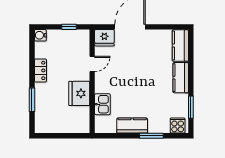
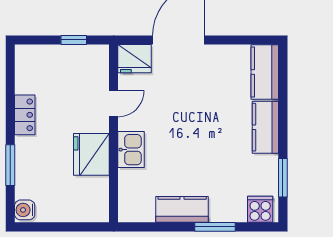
water cooler: (40, 35) -> (25, 210), moved
kitchen sink: (102, 104) -> (131, 150), moved

